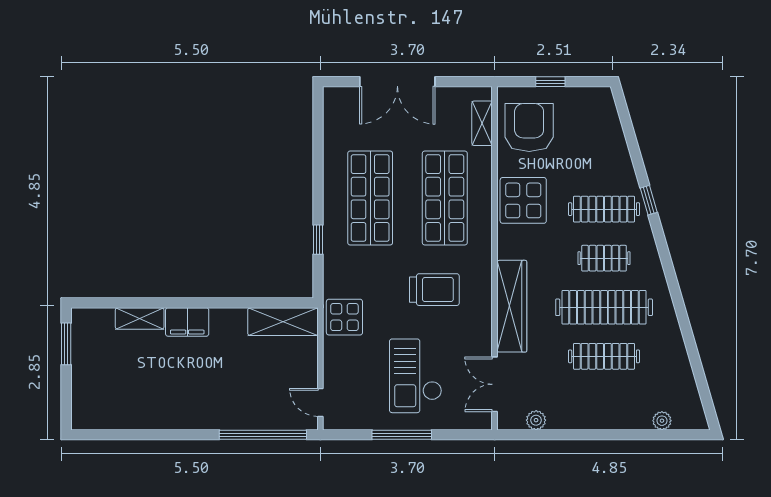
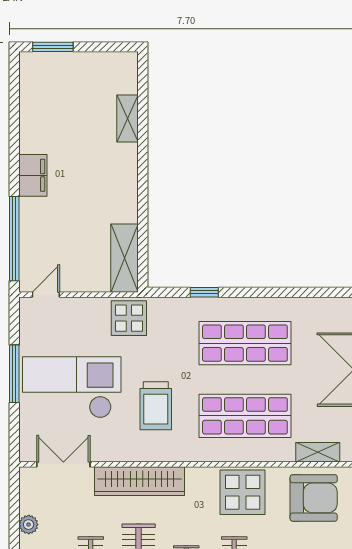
filing cabinet: (187, 322) -> (33, 175), moved, turned 180
window: (66, 344) -> (53, 47), moved
checkout: (416, 376) -> (72, 387), width x1.36, depth x1.21
plant: (536, 420) -> (29, 525), moved

